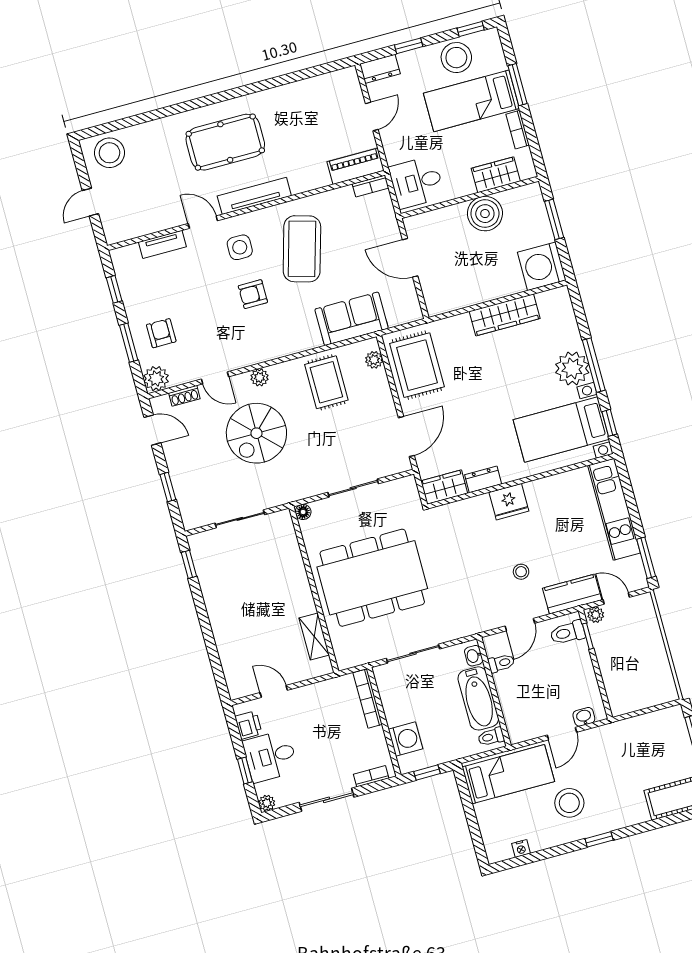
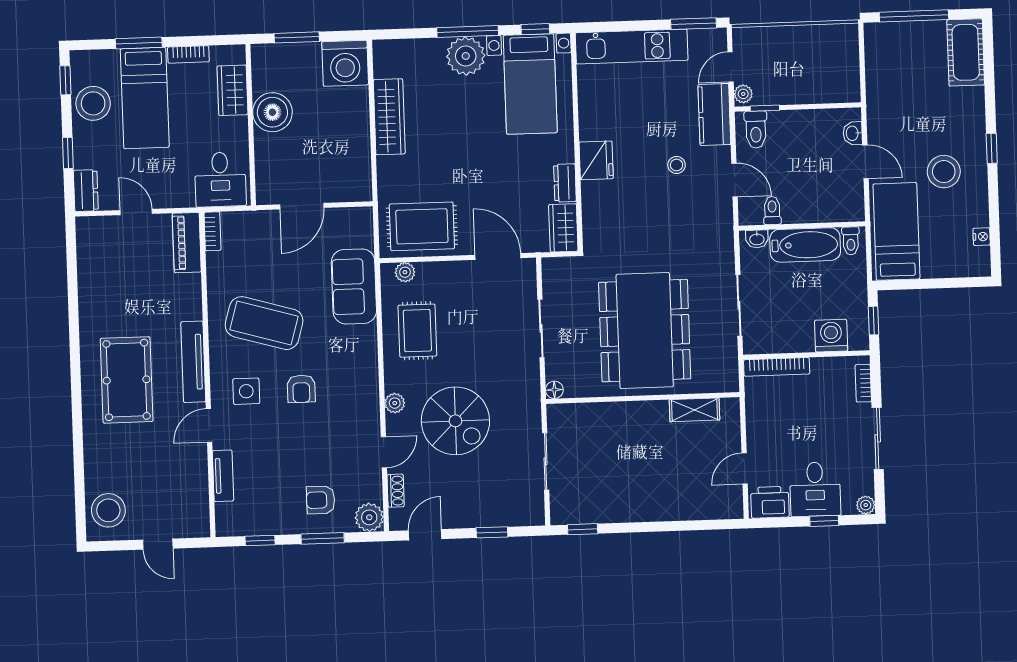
rug: (326, 382) -> (417, 331), turned 90
printer: (248, 725) -> (770, 502), width x1.36, depth x1.24

